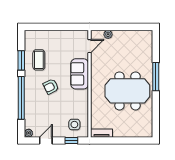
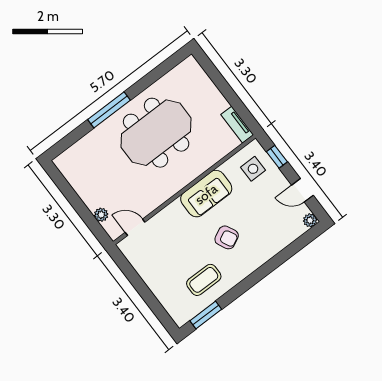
window: (21, 60) -> (206, 315), moved
sofa: (80, 74) -> (206, 194), moved
meeting table: (127, 91) -> (156, 133), turned 90
window: (21, 98) -> (271, 265), removed

